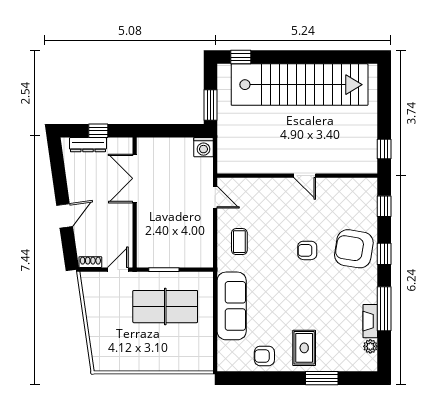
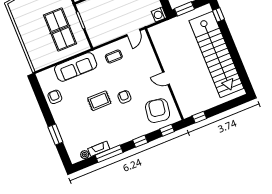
door: (305, 176) -> (166, 78), hinge flipped
armchair: (354, 249) -> (158, 111), moved
rug: (304, 348) -> (99, 101), moved

